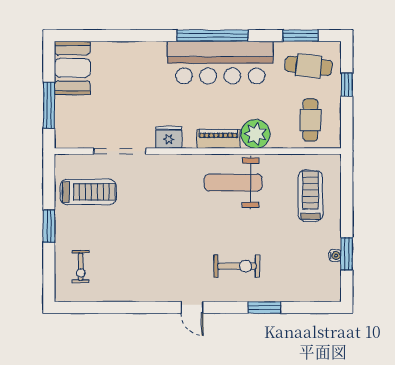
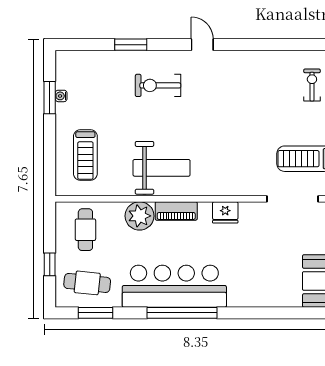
doorway: (120, 151) -> (293, 199), moved

